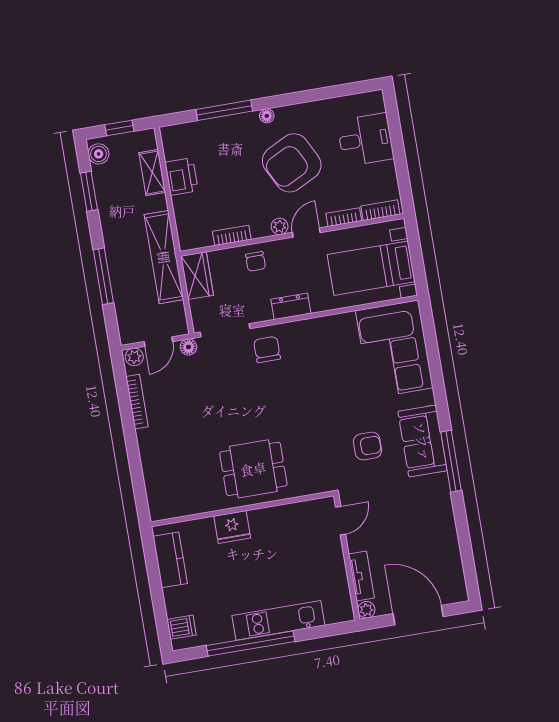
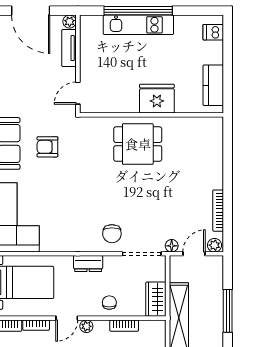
fridge: (232, 527) -> (157, 99), width x1.36, depth x1.34
window: (251, 643) -> (138, 11), moved

